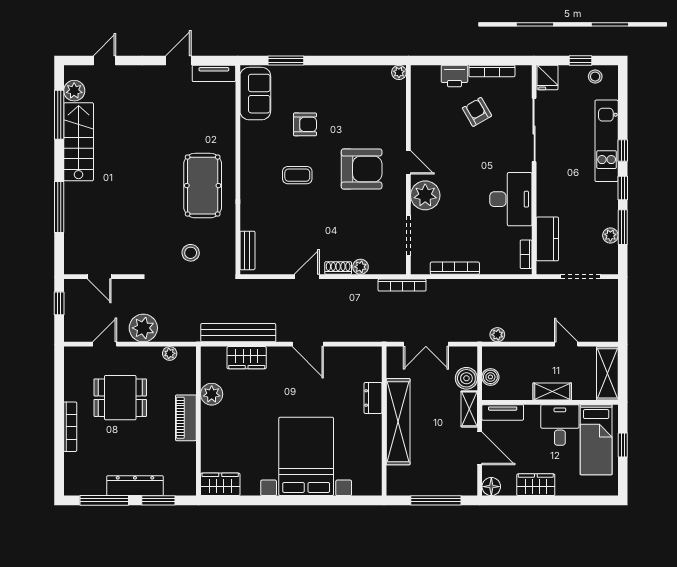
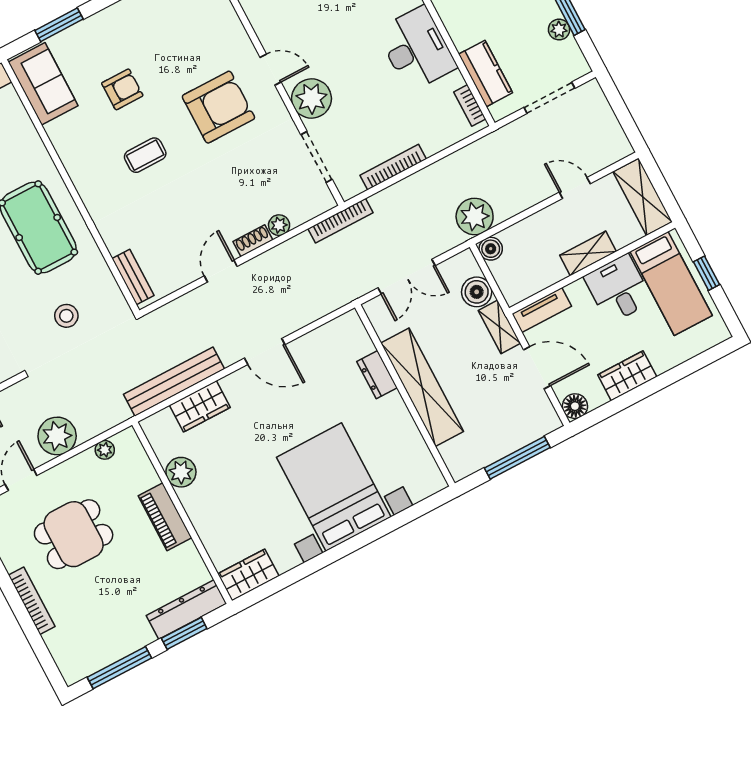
plant: (497, 335) -> (475, 216), width x1.87, depth x1.87
boiler: (490, 377) -> (491, 249), moved
dresser: (135, 486) -> (186, 610), moved

